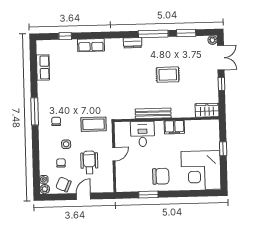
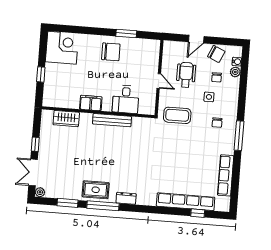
row of seats: (91, 45) -> (186, 202), width x2.02
row of seats: (43, 67) -> (226, 175), width x1.48
rug: (168, 75) -> (96, 190), moved
wardrobe: (207, 110) -> (66, 119), moved
door: (114, 154) -> (159, 81), swing flipped
wheelchair: (89, 162) -> (186, 75), turned 180
corner desk: (201, 170) -> (62, 48), width x0.74, depth x0.74
chair: (161, 176) -> (111, 52), turned 180
plant: (45, 189) -> (235, 72), moved

